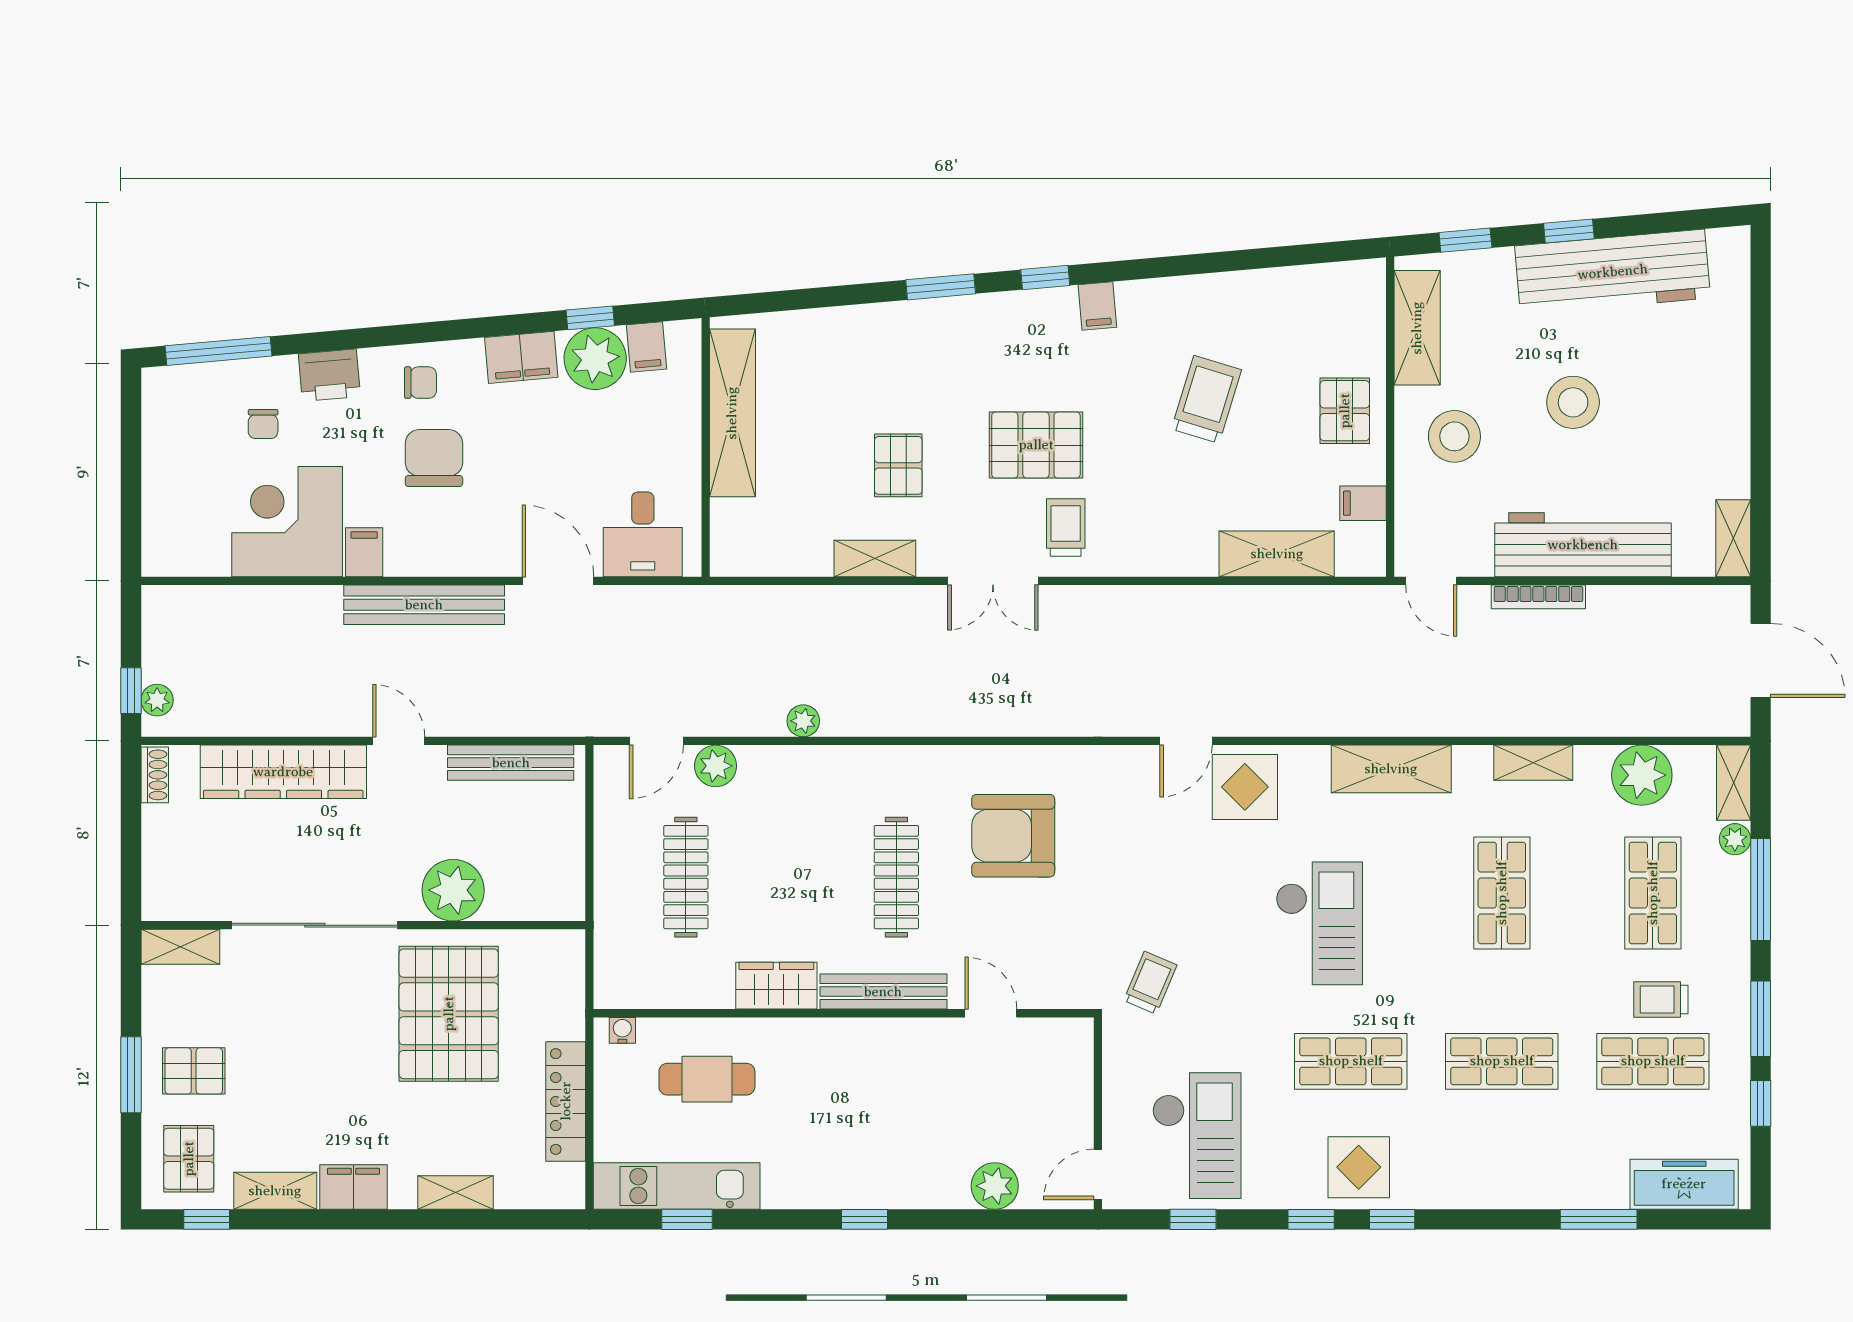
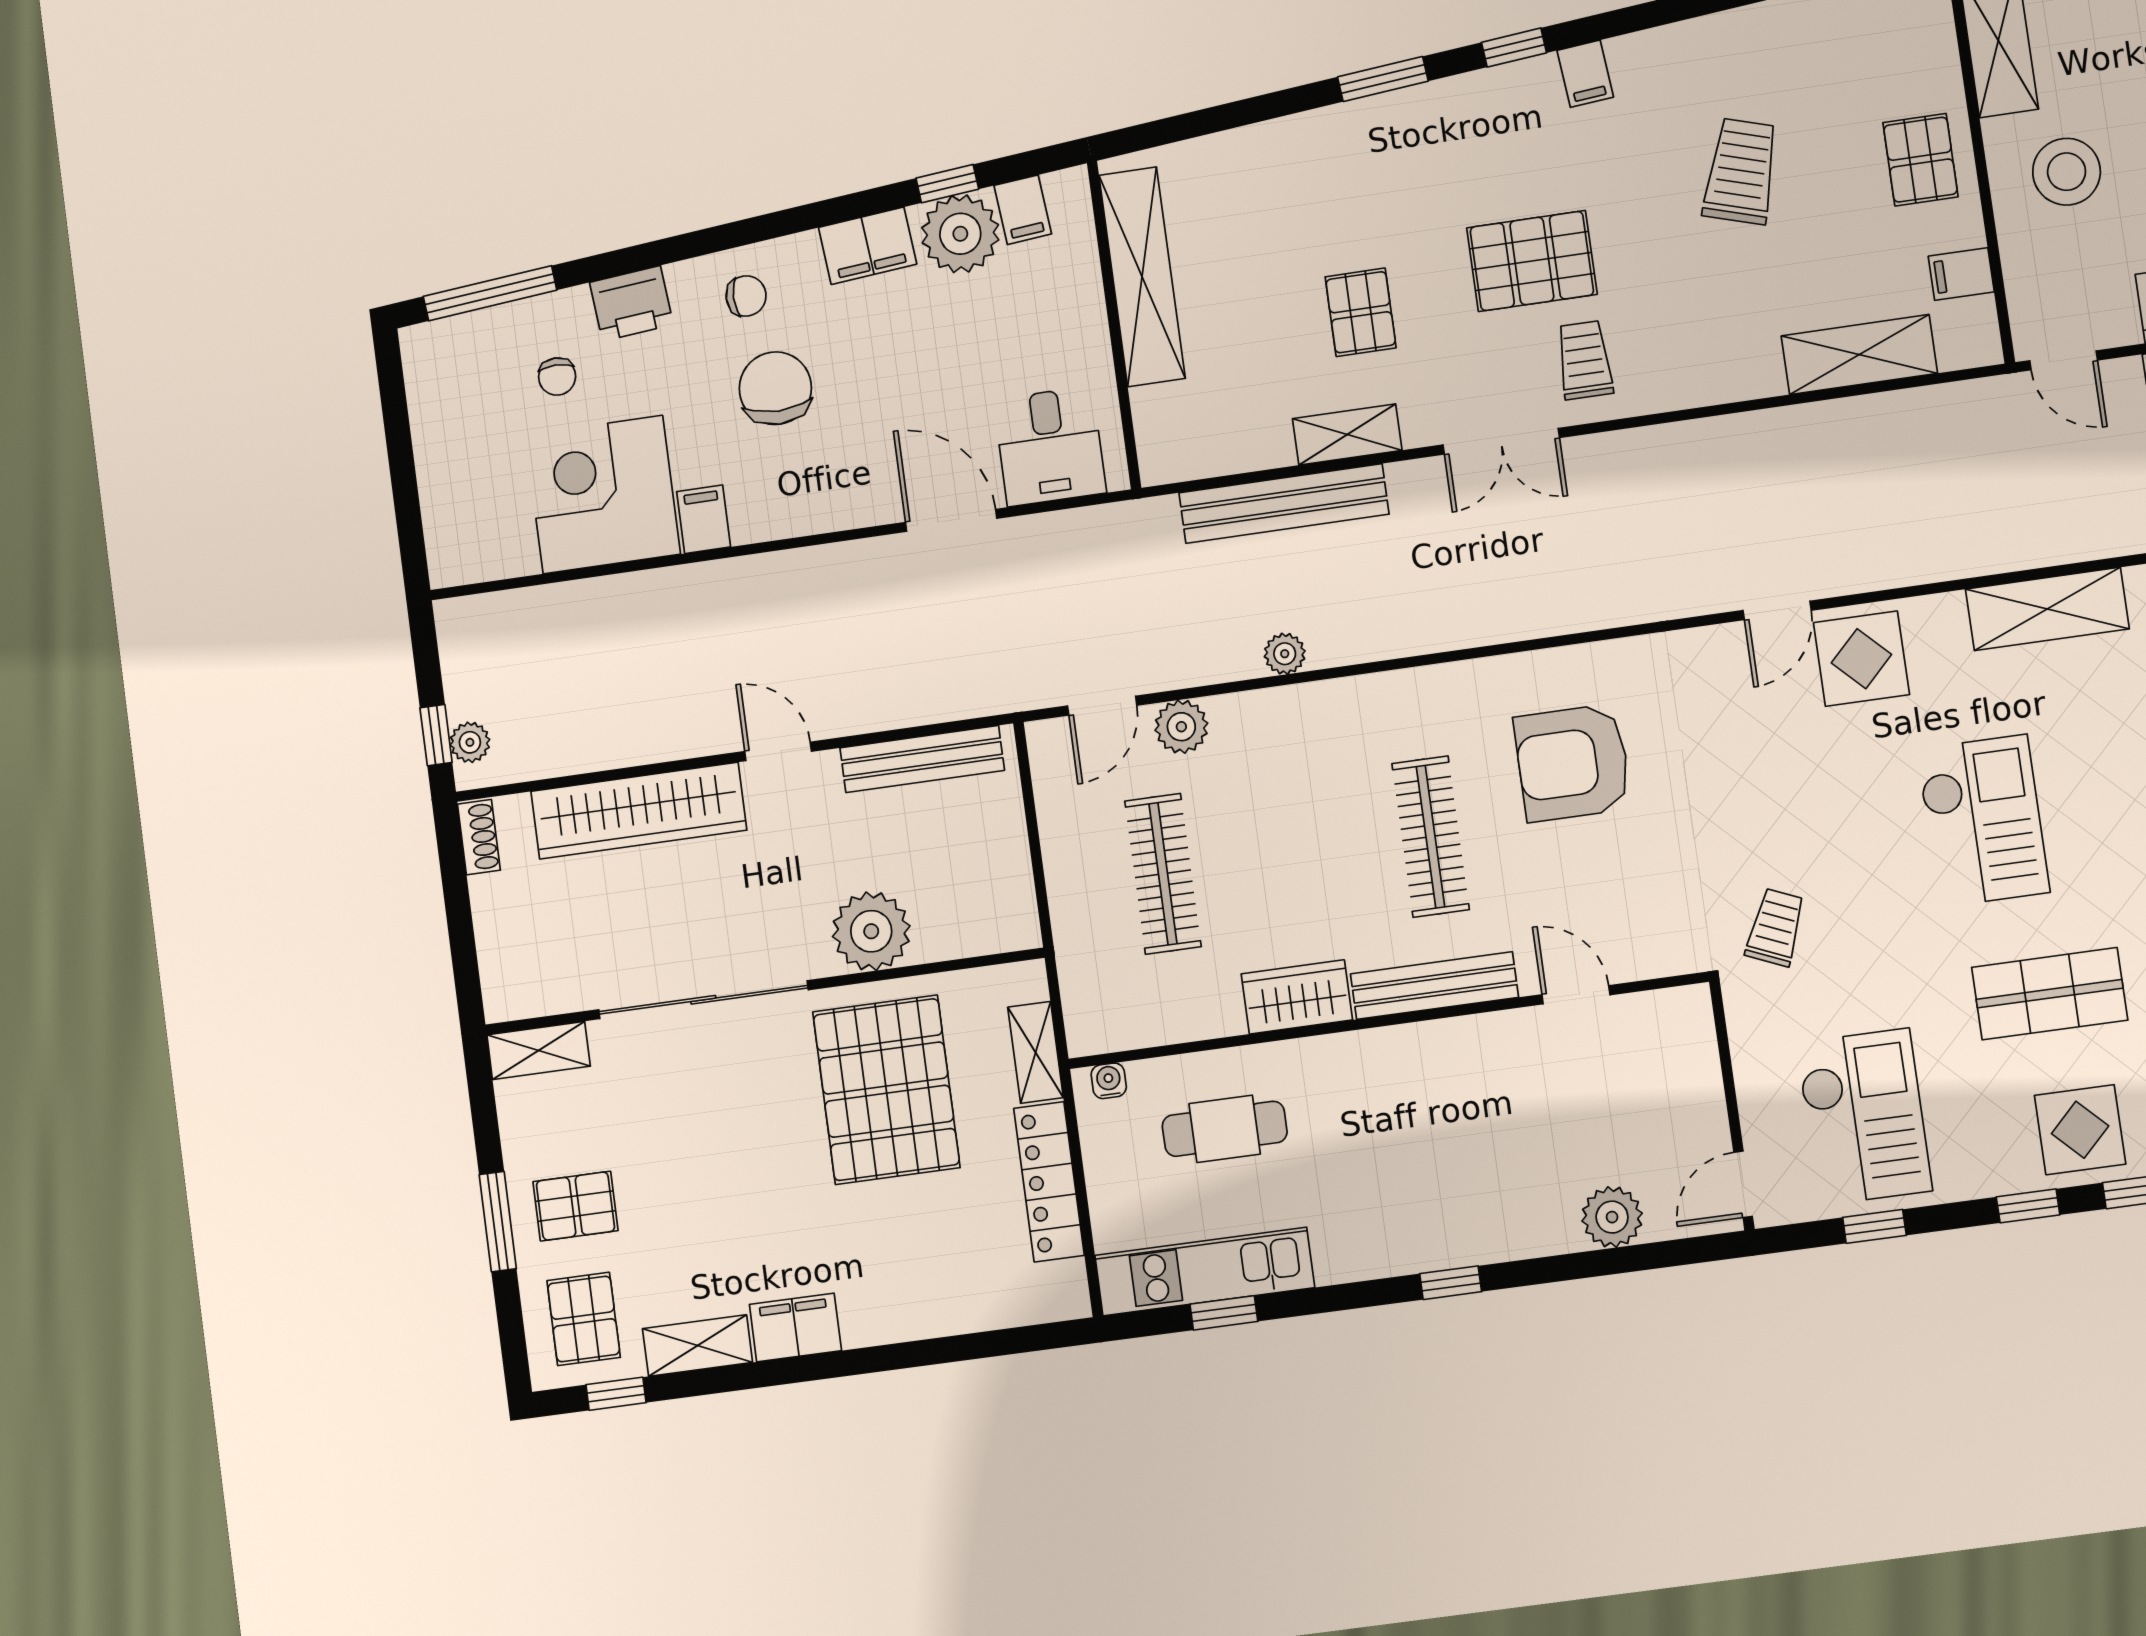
bench: (424, 605) -> (1284, 503), moved
shelving: (455, 1193) -> (1036, 1052), moved, turned 90

